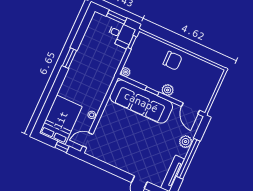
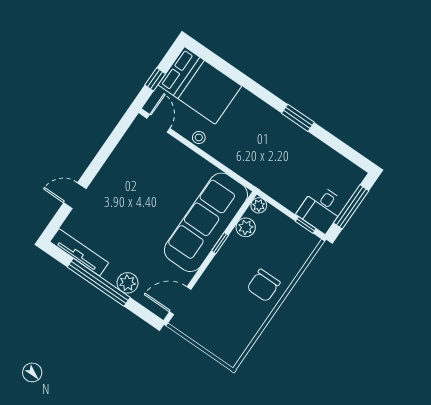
window: (117, 17) -> (351, 207), width x1.44
plant: (168, 90) -> (246, 227), moved

